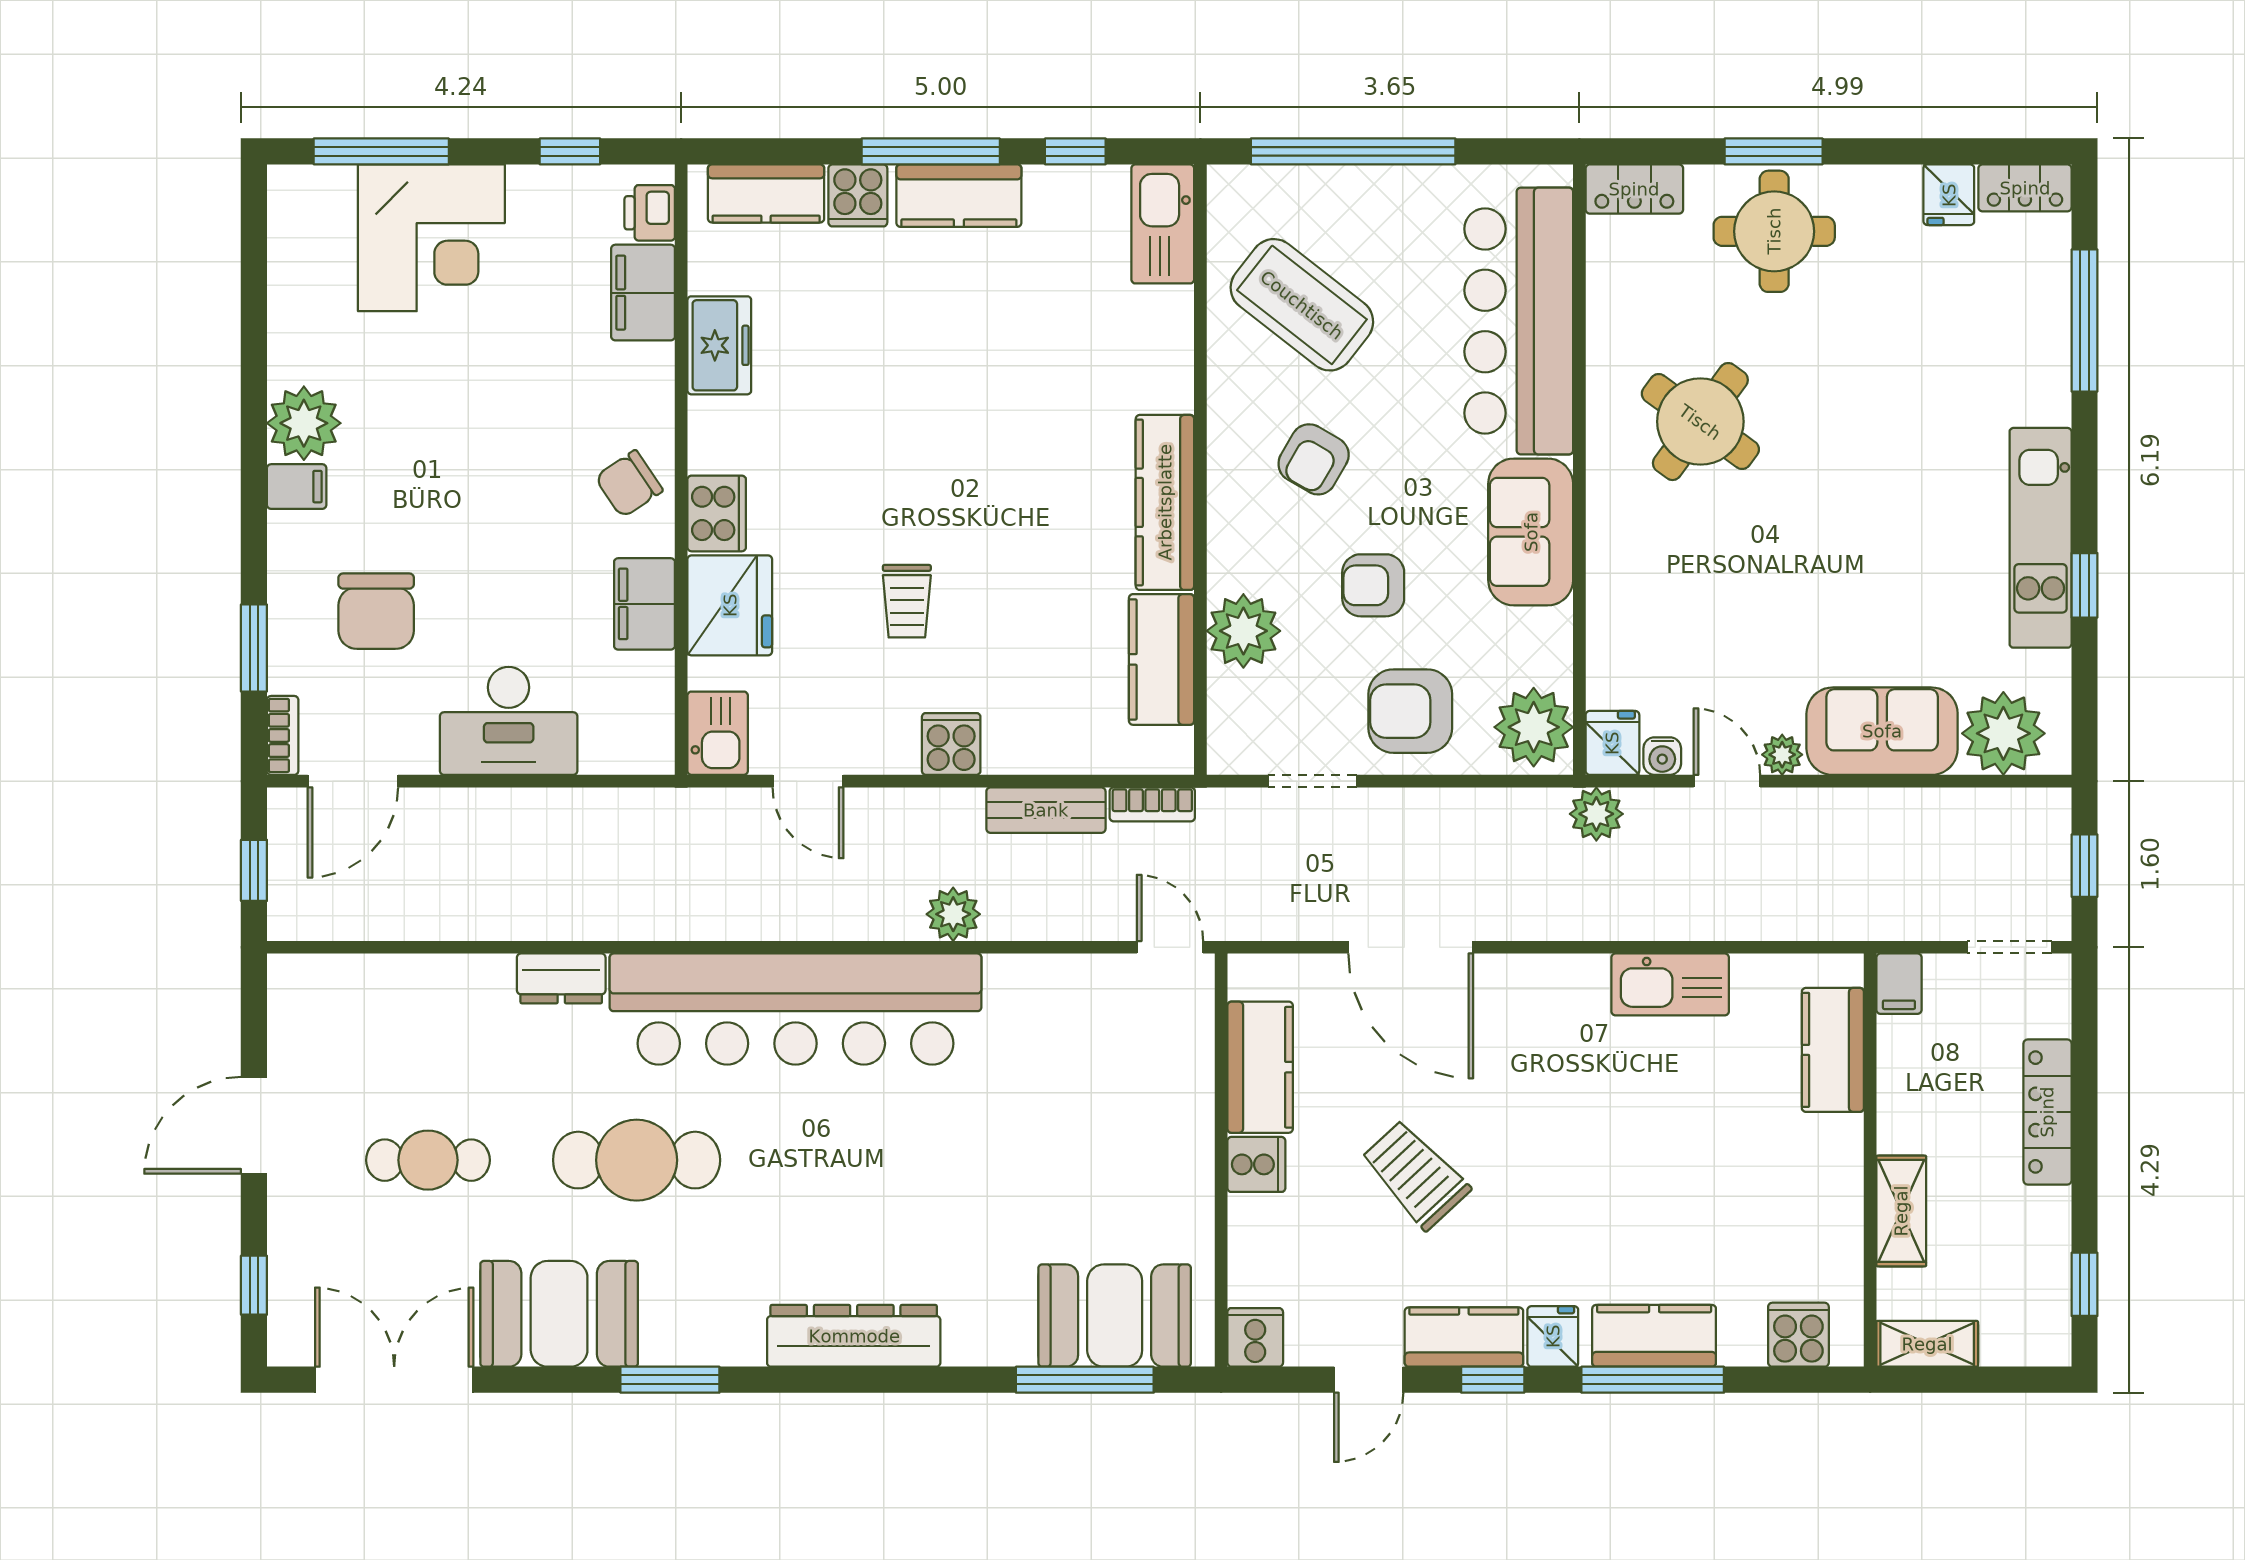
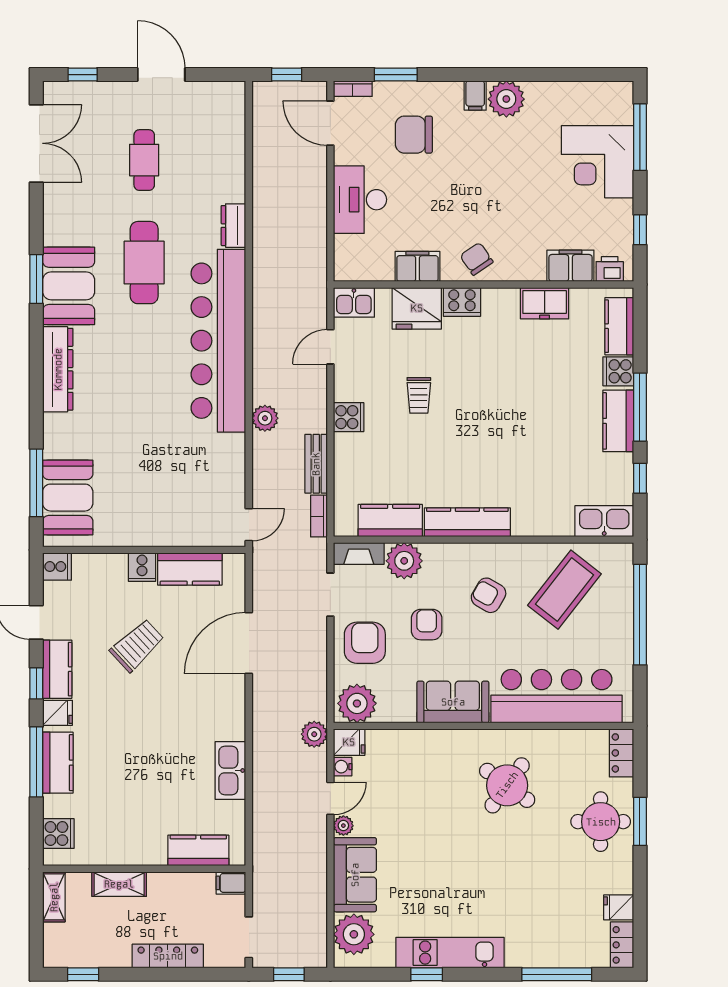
trolley: (907, 601) -> (419, 395), turned -90
fireplace: (1229, 723) -> (359, 553), added
booth: (559, 1314) -> (69, 286), moved

